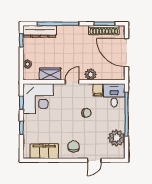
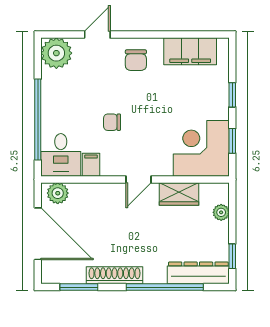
shoe rack: (104, 30) -> (115, 275), moved
plant: (91, 75) -> (58, 193), moved
plant: (116, 138) -> (56, 53), moved

